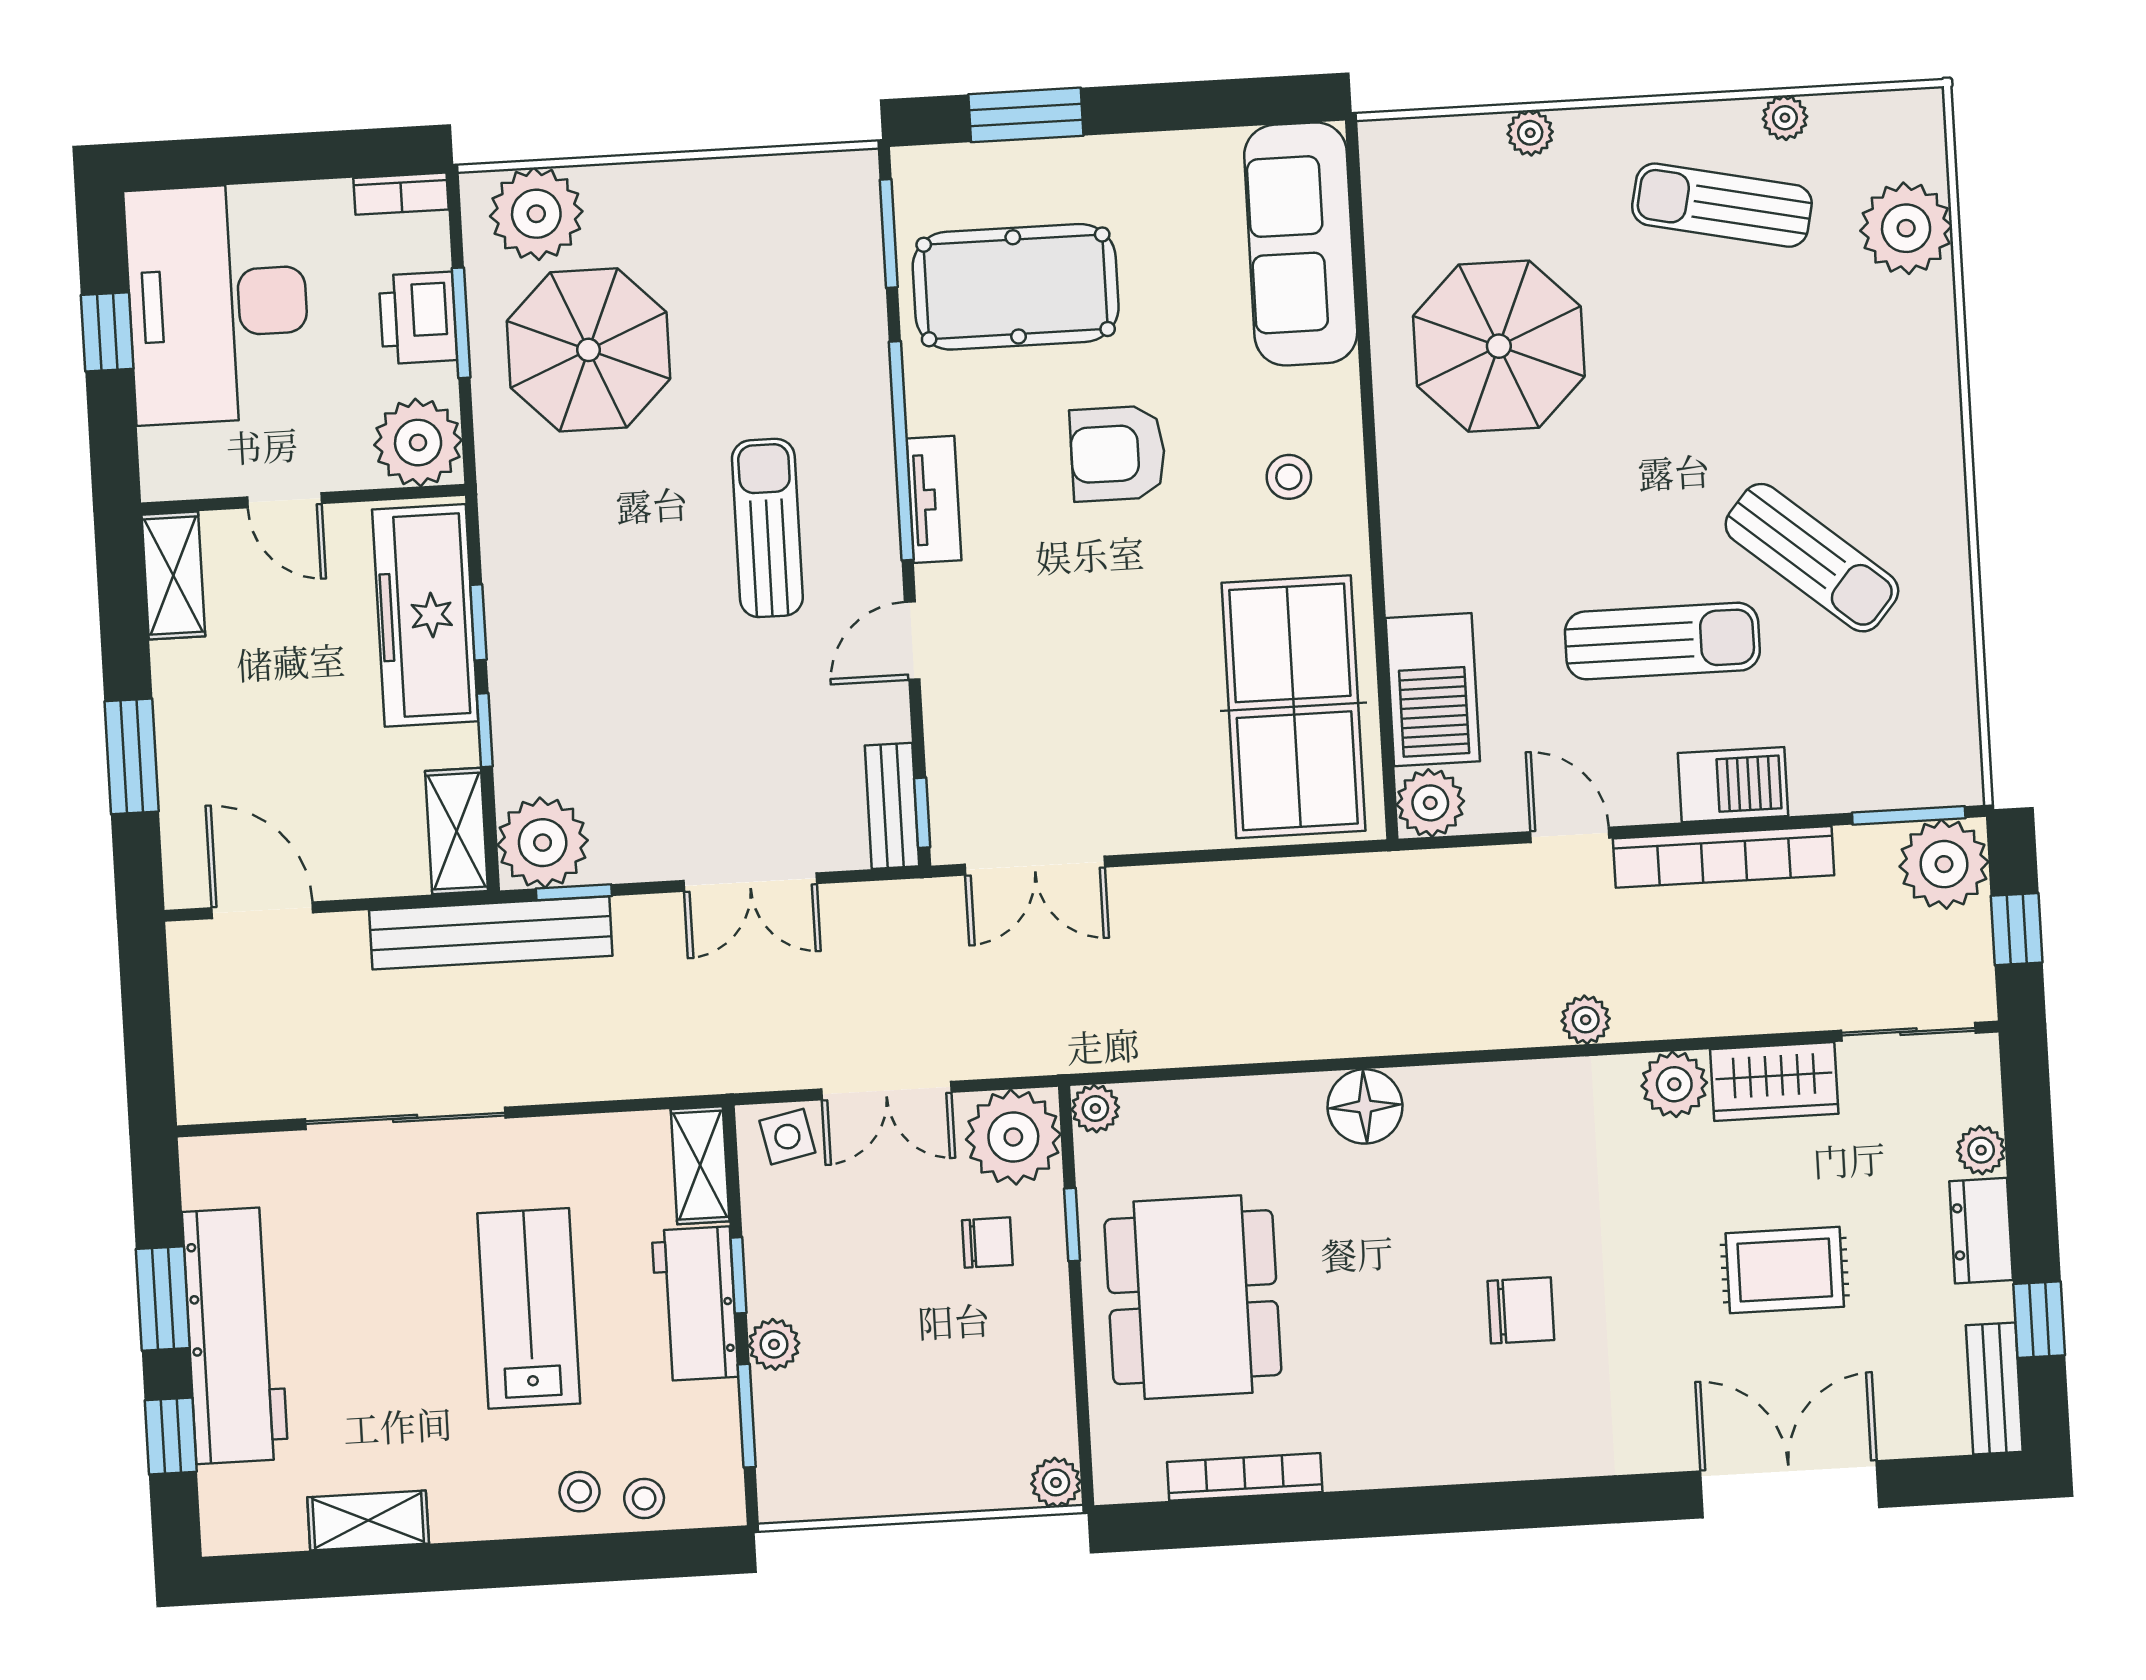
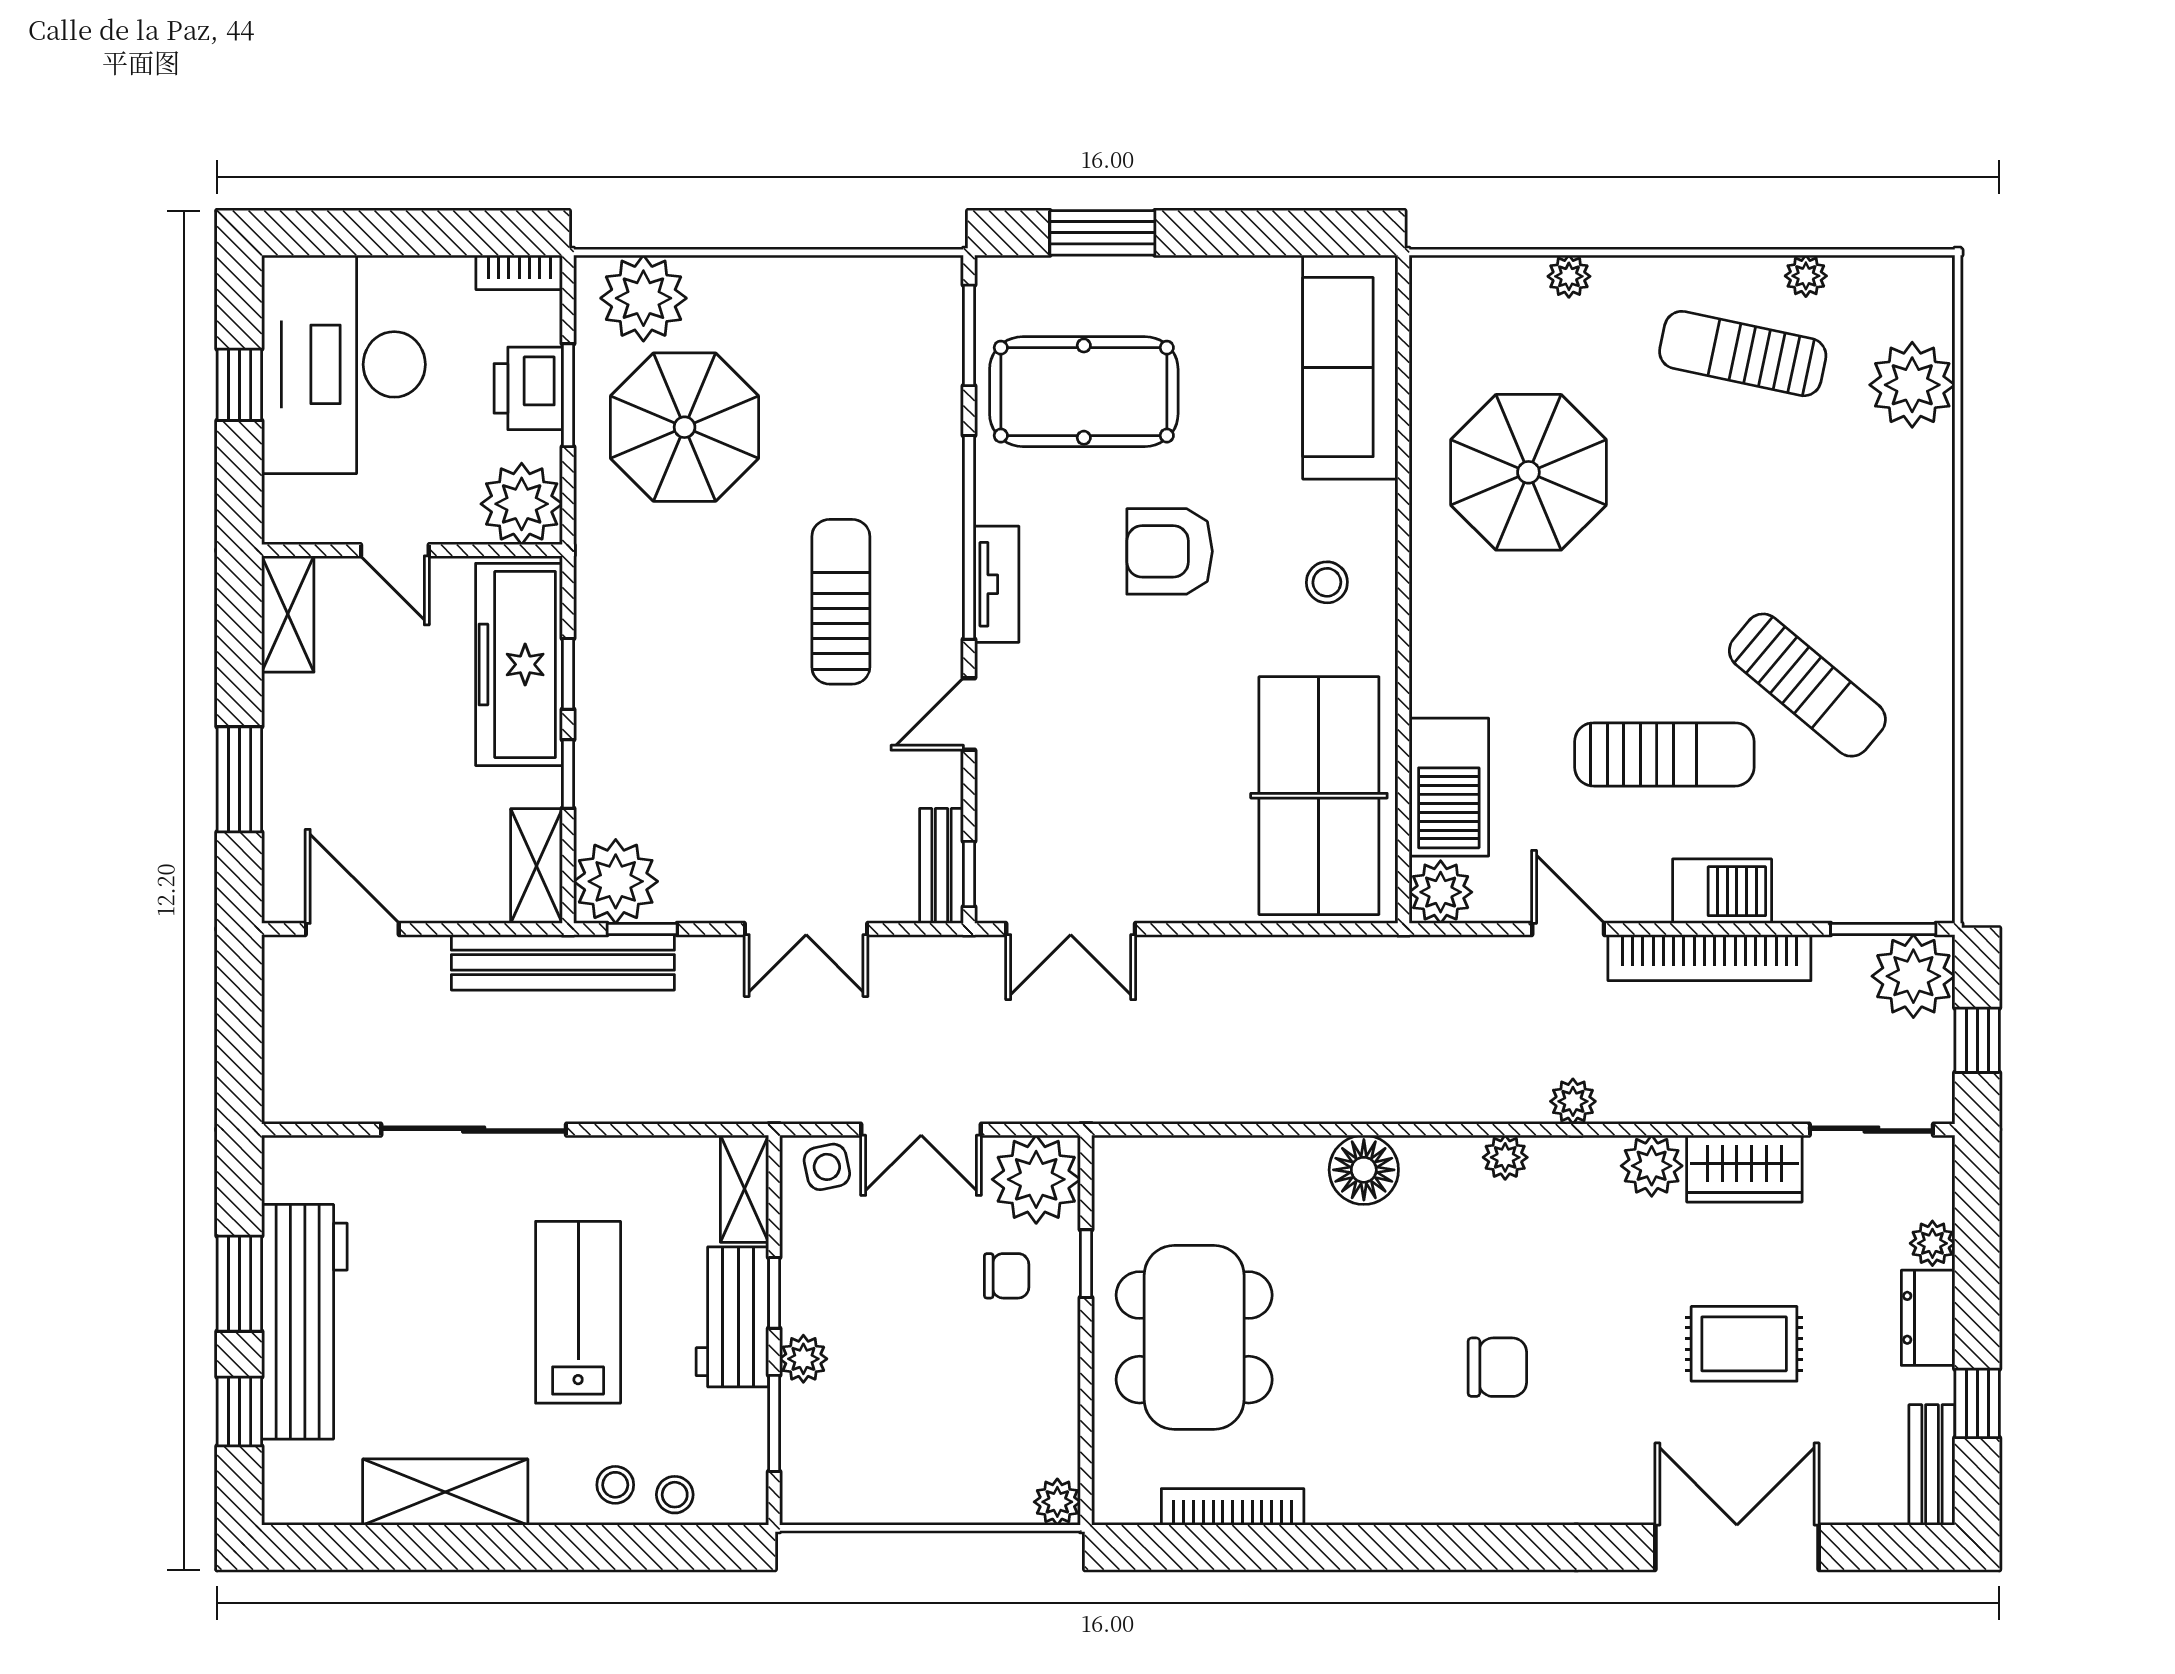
plant: (1095, 1109) -> (1505, 1157), moved
shelving: (368, 1520) -> (445, 1492), width x1.50, depth x1.33

